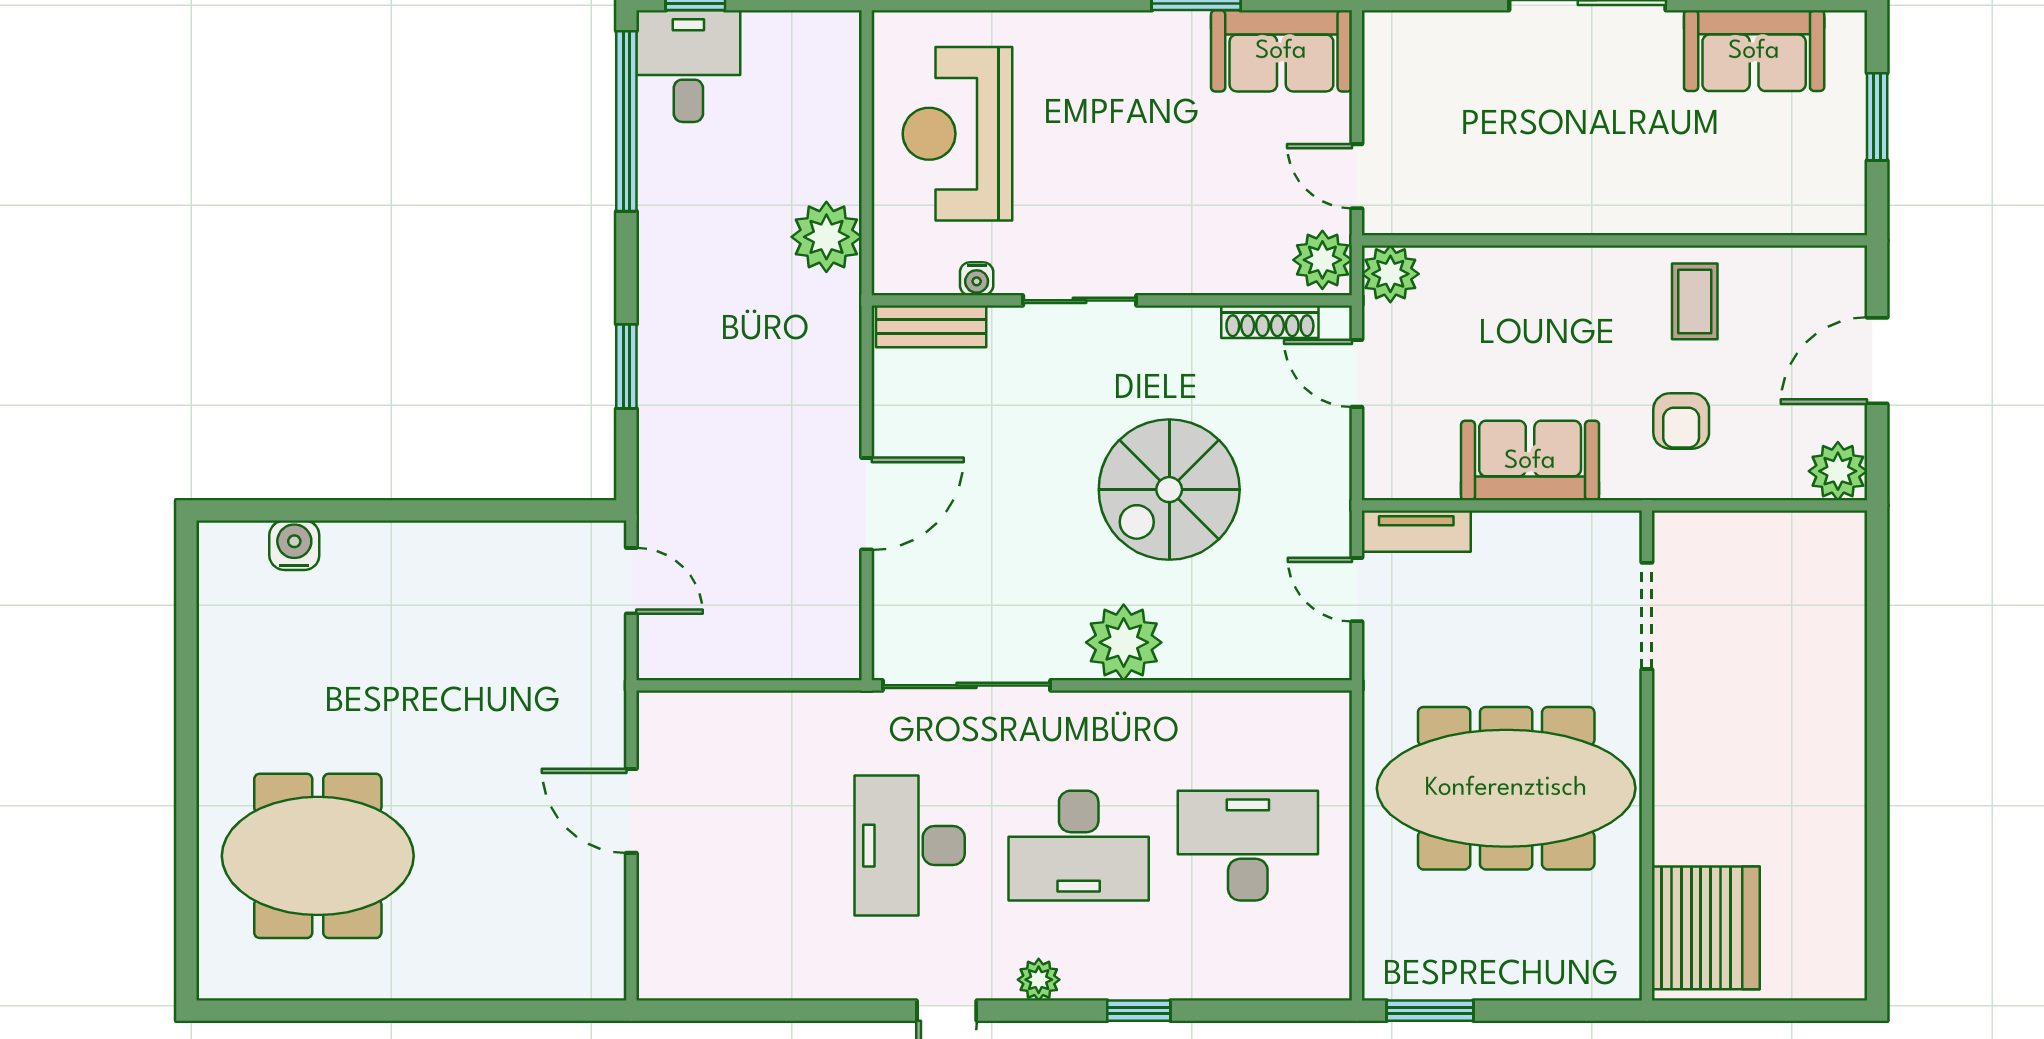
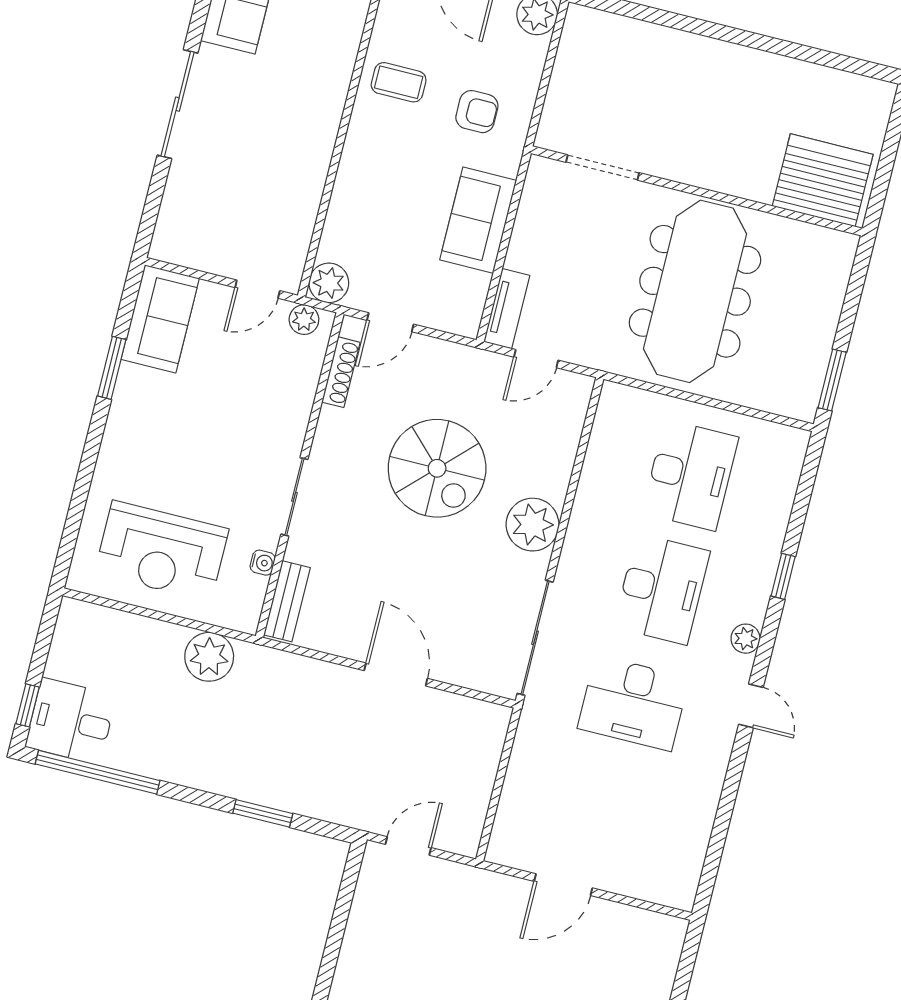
plant: (1322, 260) -> (304, 320), width x0.73, depth x0.73
desk: (1248, 846) -> (690, 475), turned 180

